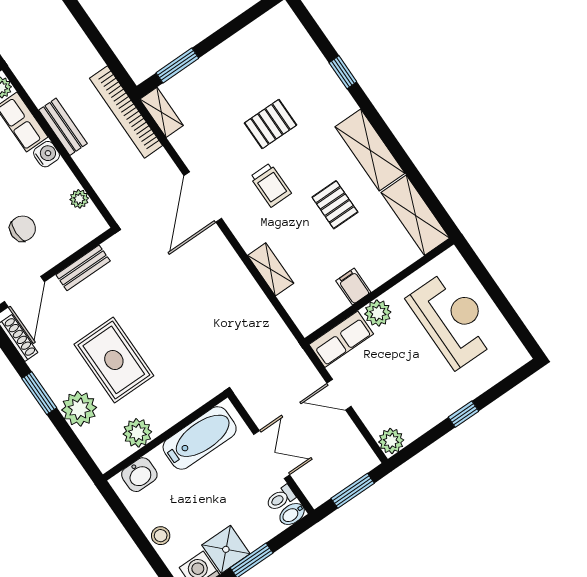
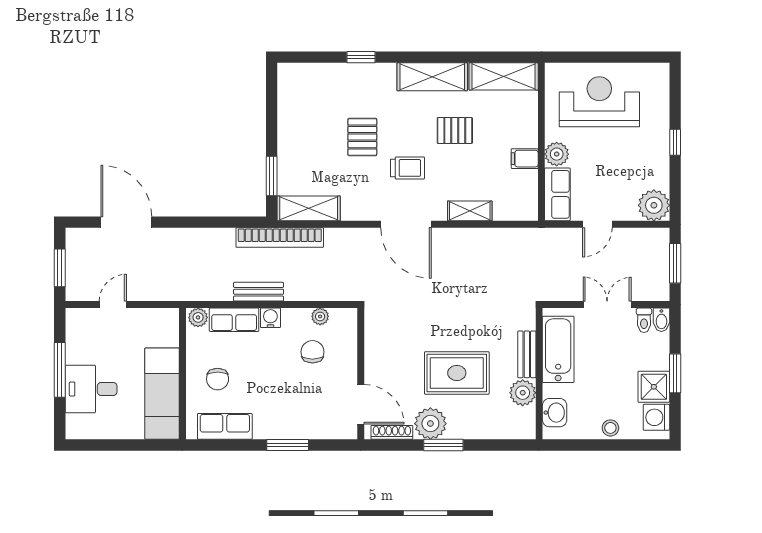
shelving: (162, 112) -> (309, 208), width x1.50, depth x1.33
door: (203, 197) -> (406, 224), moved
chair: (23, 229) -> (312, 352), moved
bench: (83, 268) -> (527, 354), moved
plant: (79, 409) -> (430, 424), moved
plant: (391, 441) -> (654, 205), width x1.36, depth x1.36

